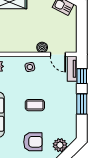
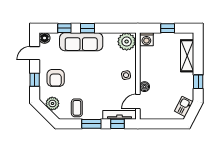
tv unit: (72, 69) -> (120, 115), width x1.41
coffee table: (35, 105) -> (77, 108), moved

